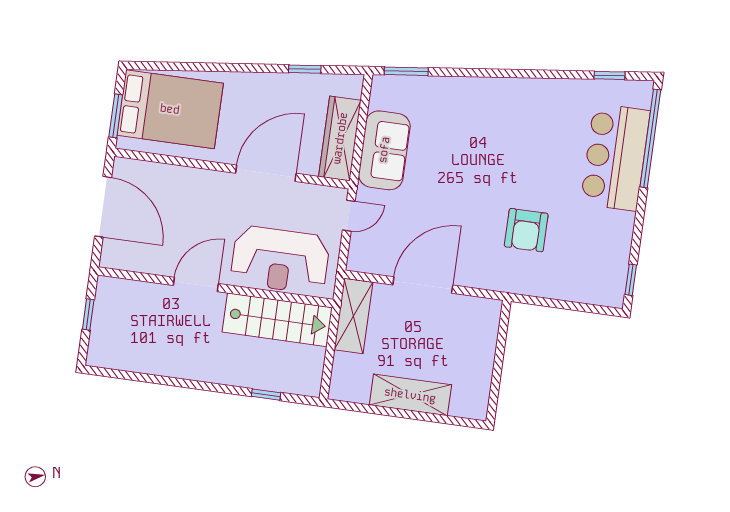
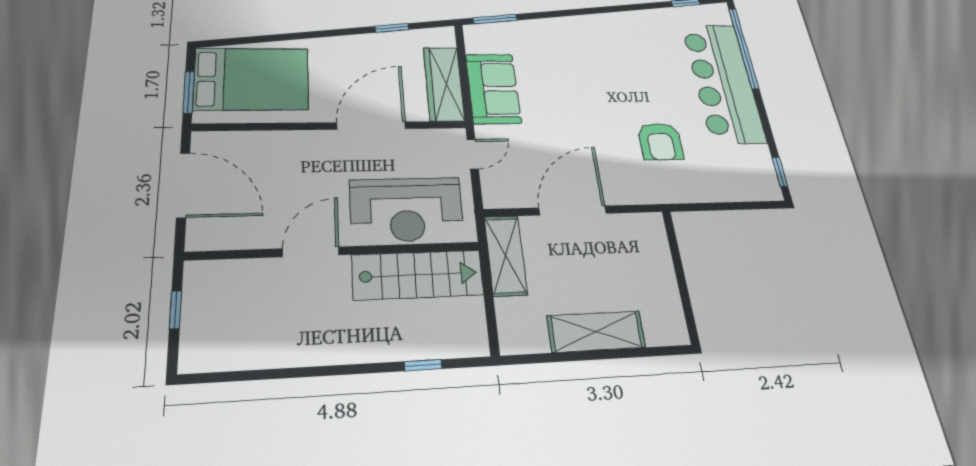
bar counter: (615, 157) -> (723, 83), width x1.36

